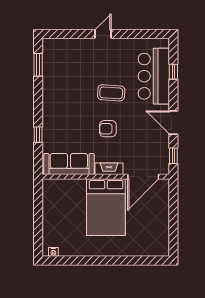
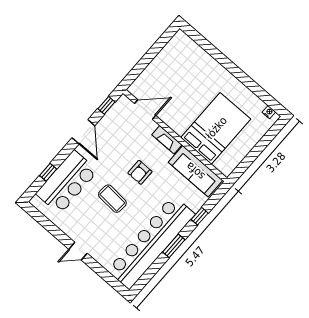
window: (38, 65) -> (174, 246), moved
bar counter: (56, 86) -> (151, 242), added
armchair: (108, 129) -> (140, 172), turned 90
door: (143, 177) -> (145, 110), width x0.73
bed: (106, 207) -> (216, 128), moved

